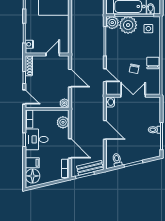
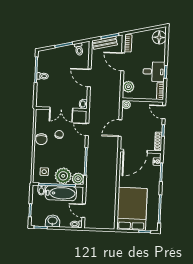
door: (53, 54) -> (135, 151), width x1.87
door: (70, 78) -> (120, 128), hinge flipped
filing cabinet: (32, 163) -> (159, 50), removed

